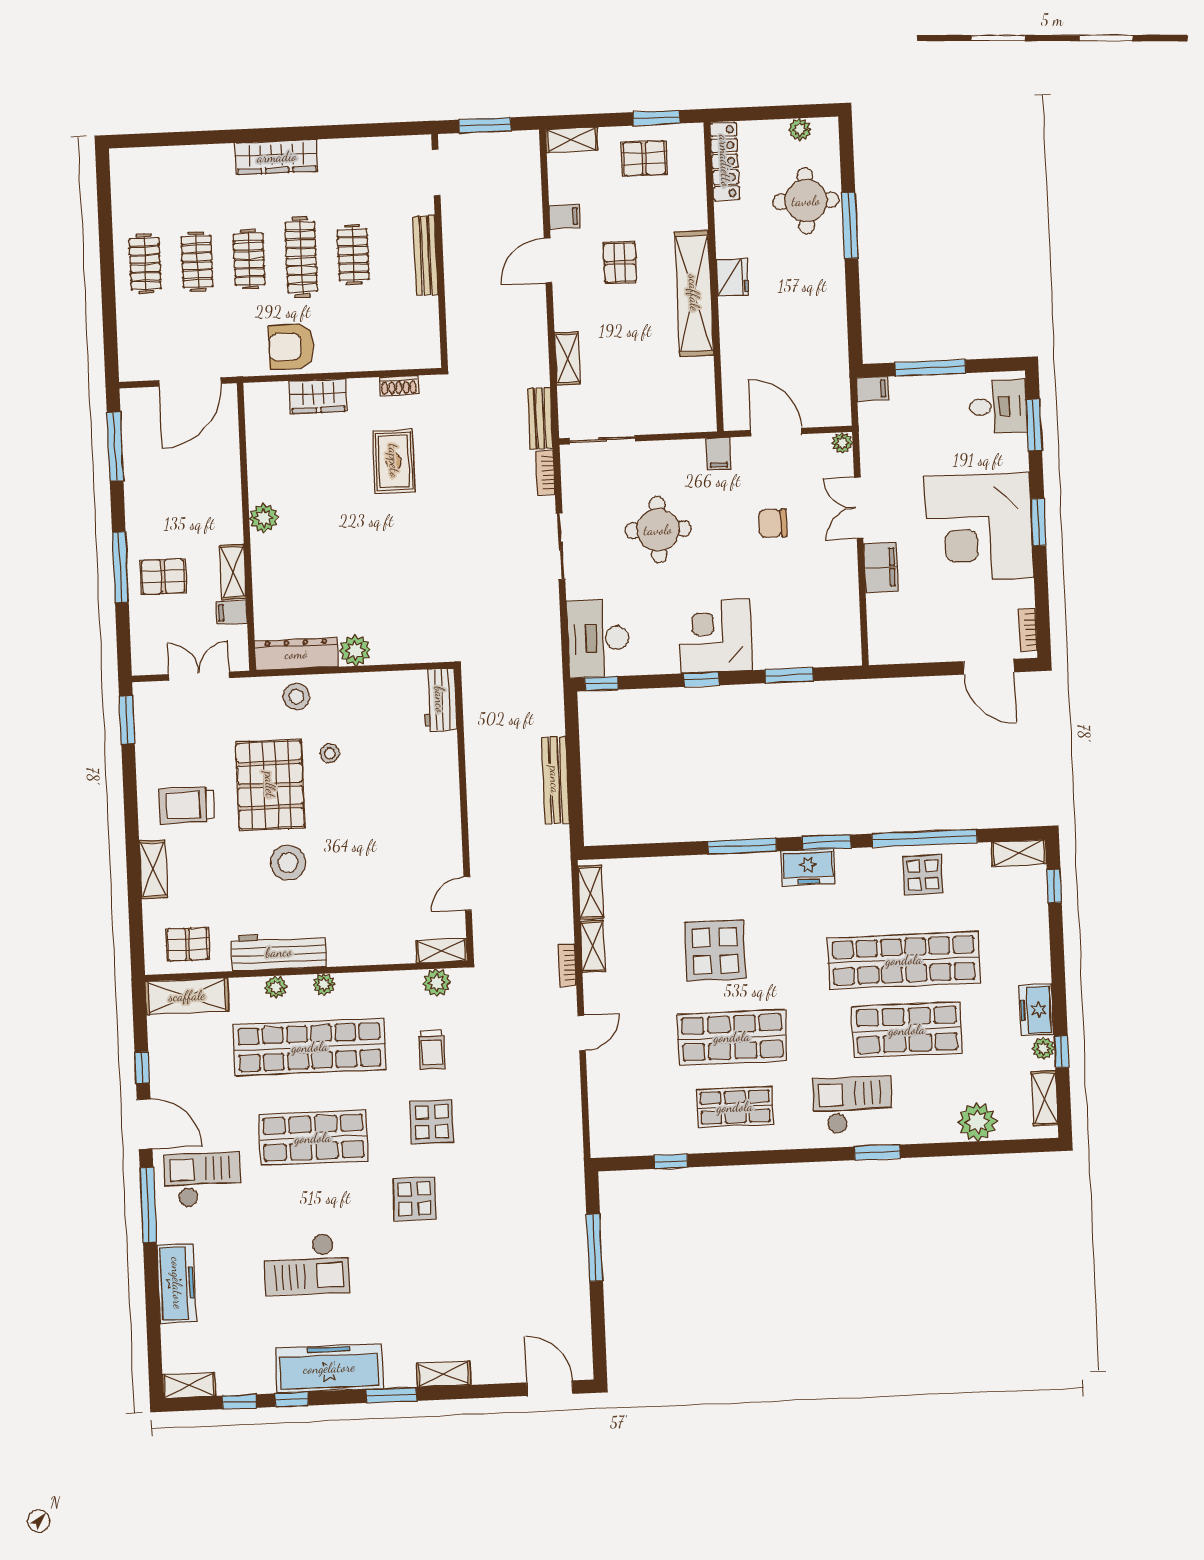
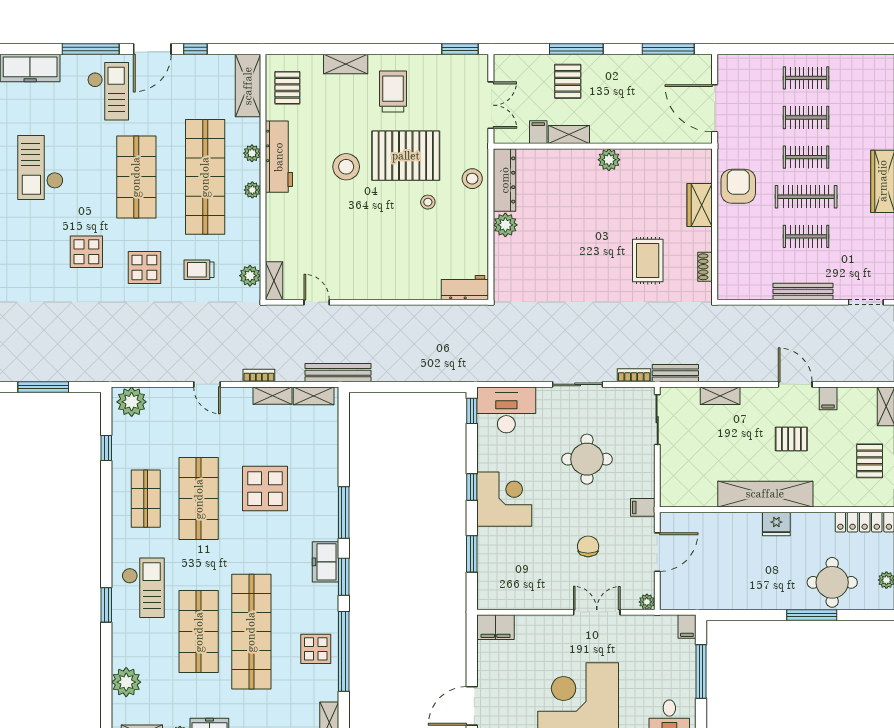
rug: (394, 461) -> (648, 260), turned 90
filing cabinet: (881, 567) -> (496, 627), moved
bench: (555, 780) -> (338, 373), moved
plant: (609, 1131) -> (132, 402), added

